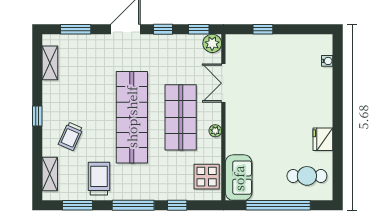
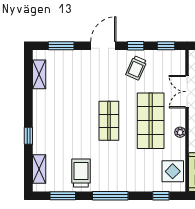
plant: (212, 43) -> (177, 58), removed
window: (37, 116) -> (28, 136), moved
shop shelf: (132, 117) -> (109, 121), width x0.50, depth x0.74
trolley: (71, 136) -> (136, 68), moved
window: (177, 205) -> (161, 196), moved

